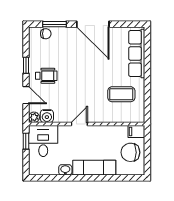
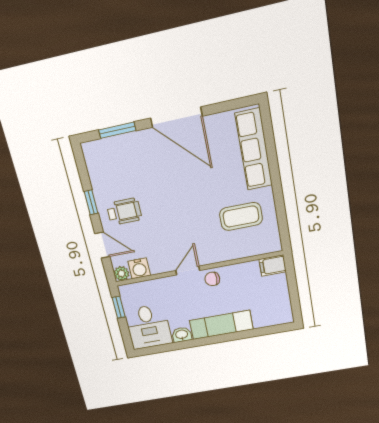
chair: (46, 34) -> (108, 148), removed
desk: (43, 141) -> (148, 327), moved, turned 180
chair: (130, 152) -> (212, 279), moved, width x0.54, depth x0.54

